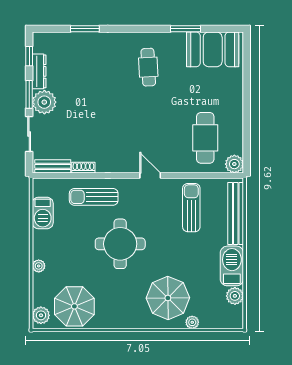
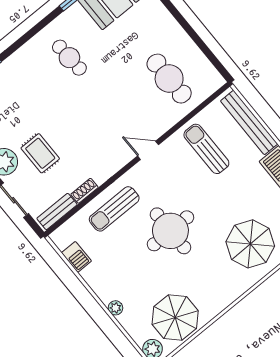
rug: (74, 117) -> (40, 153), added
plant: (234, 164) -> (213, 81), removed
barbecue: (43, 213) -> (76, 257), width x0.73, depth x0.79

